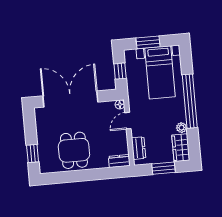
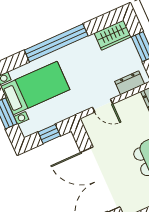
floor lamp: (120, 104) -> (87, 121), removed
plant: (181, 128) -> (90, 42), removed

